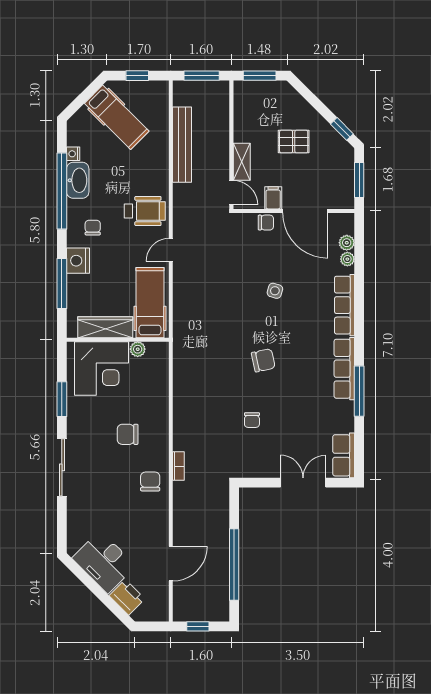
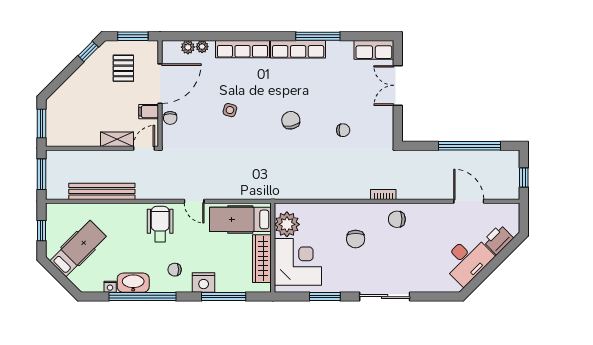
pallet: (294, 142) -> (123, 68), moved
chair: (266, 223) -> (170, 118), turned 180
plant: (138, 349) -> (287, 224), width x1.87, depth x1.87

